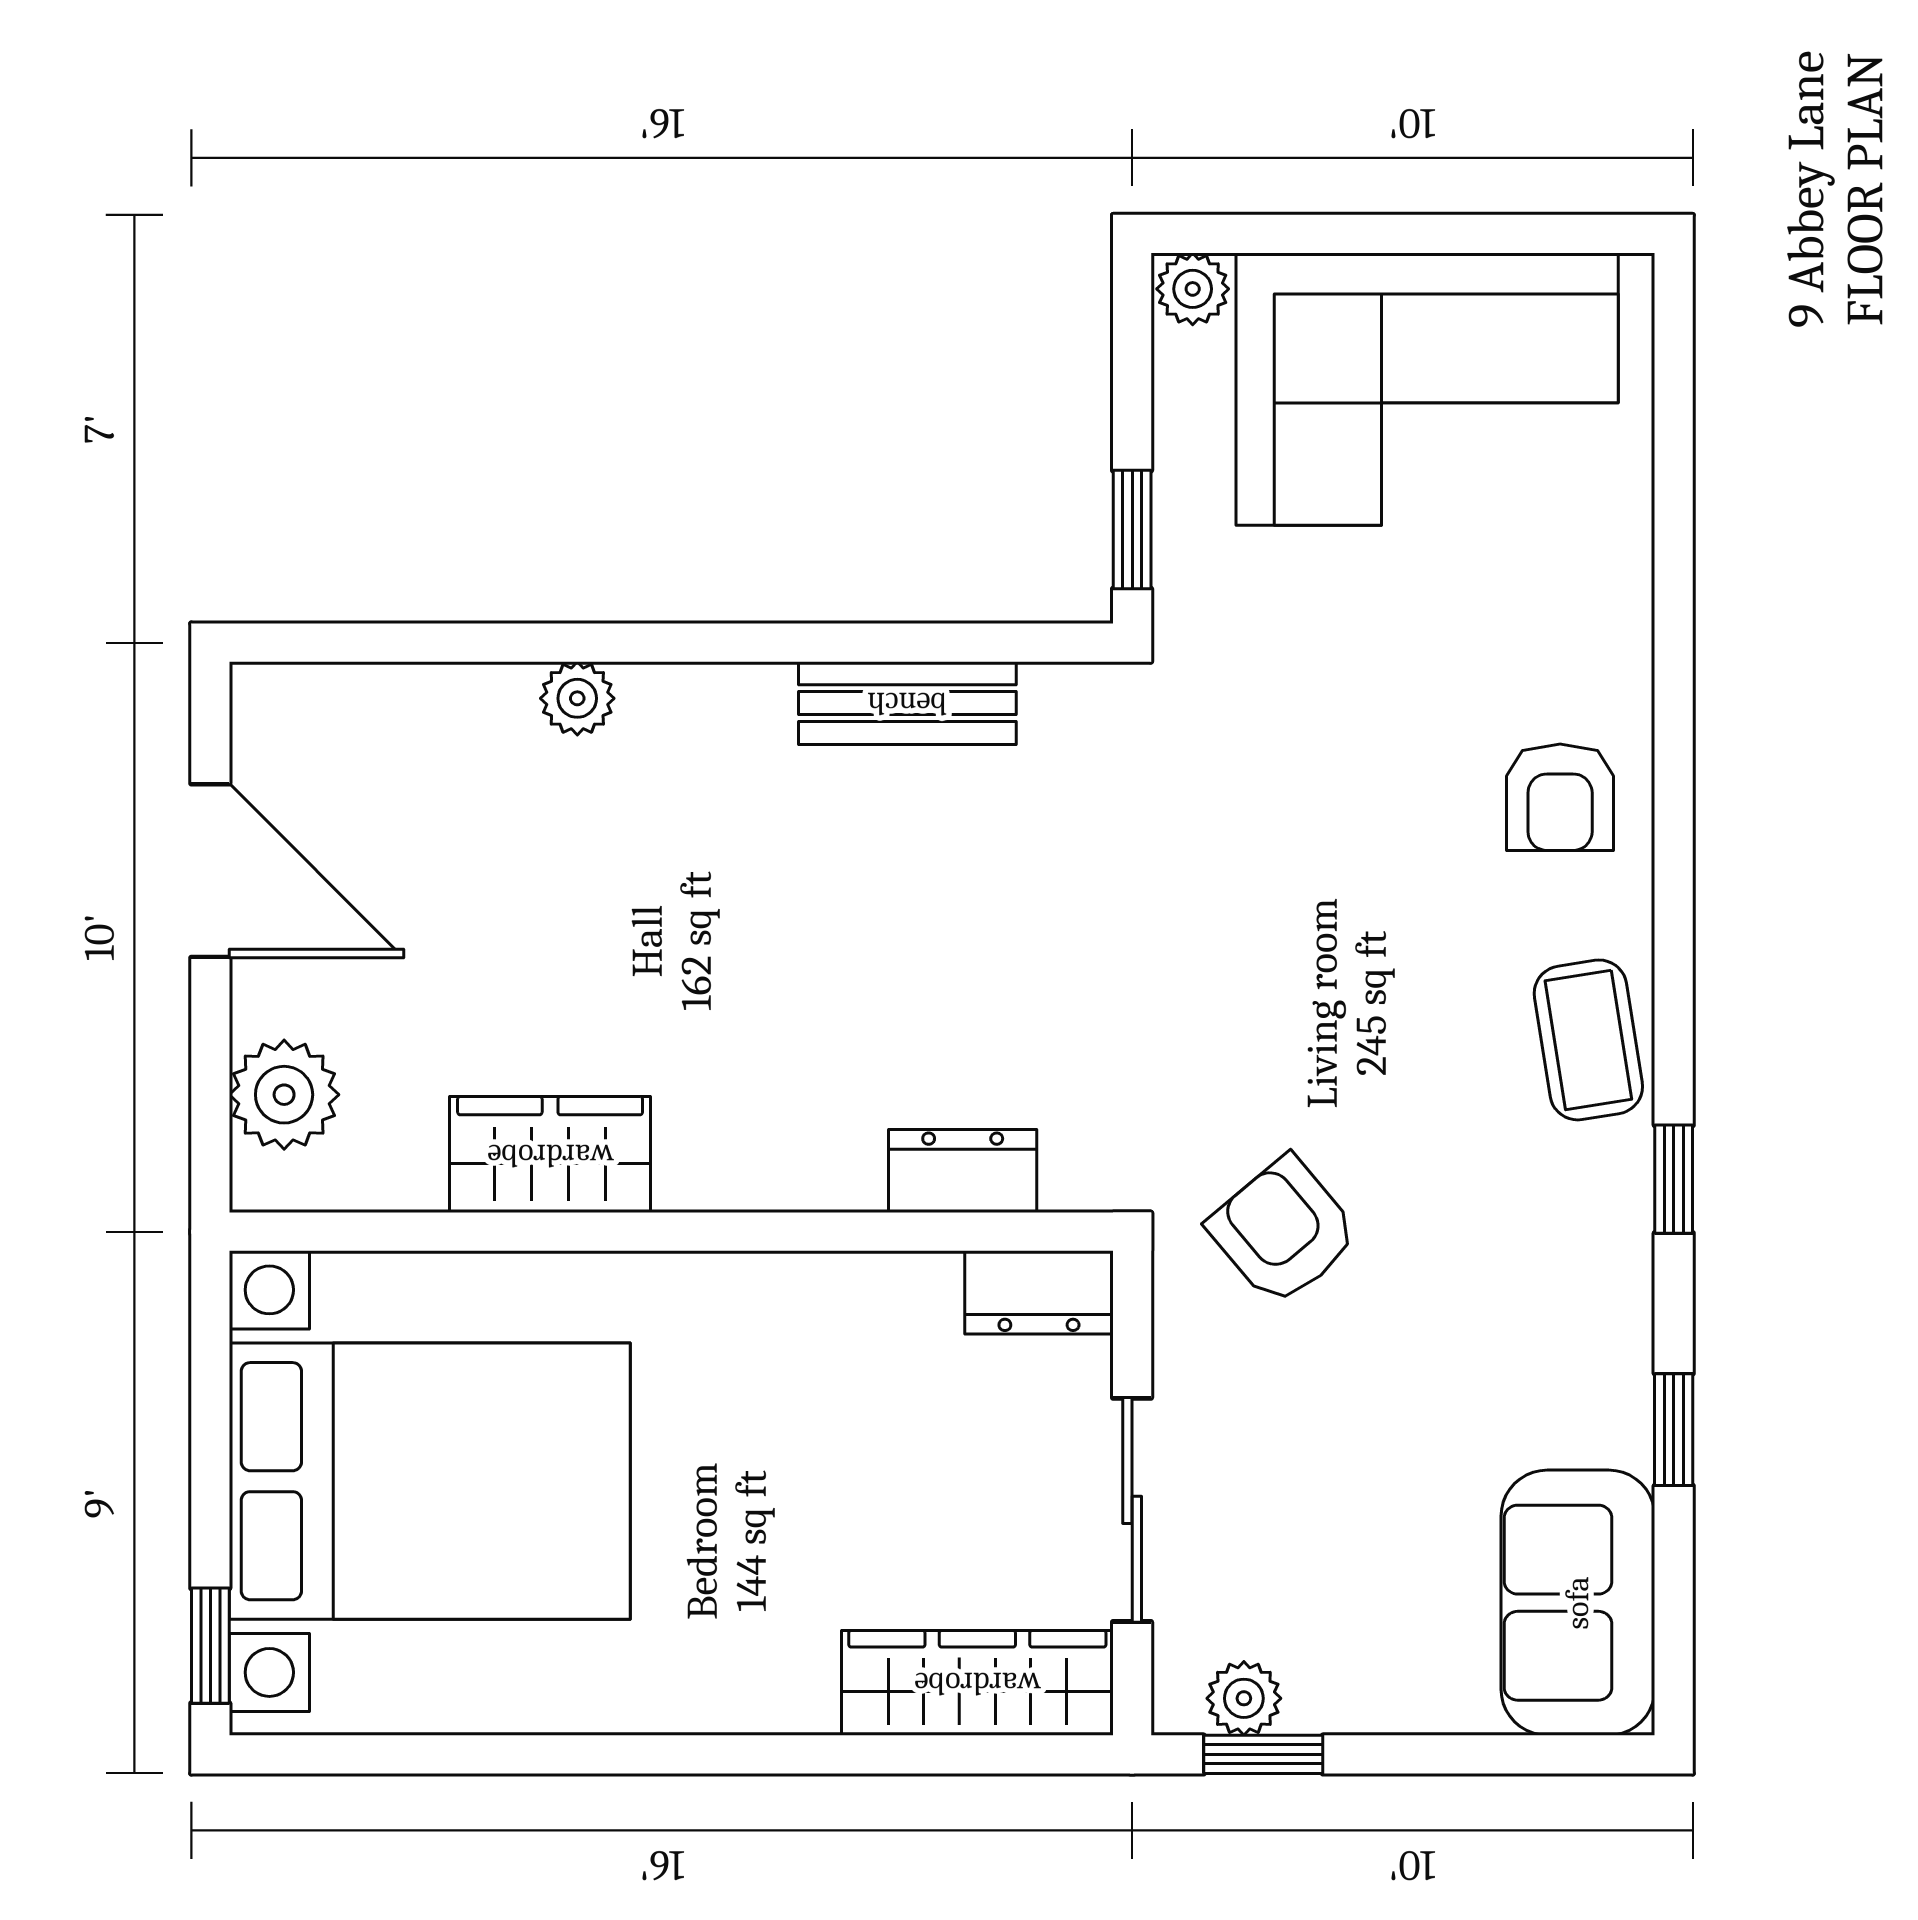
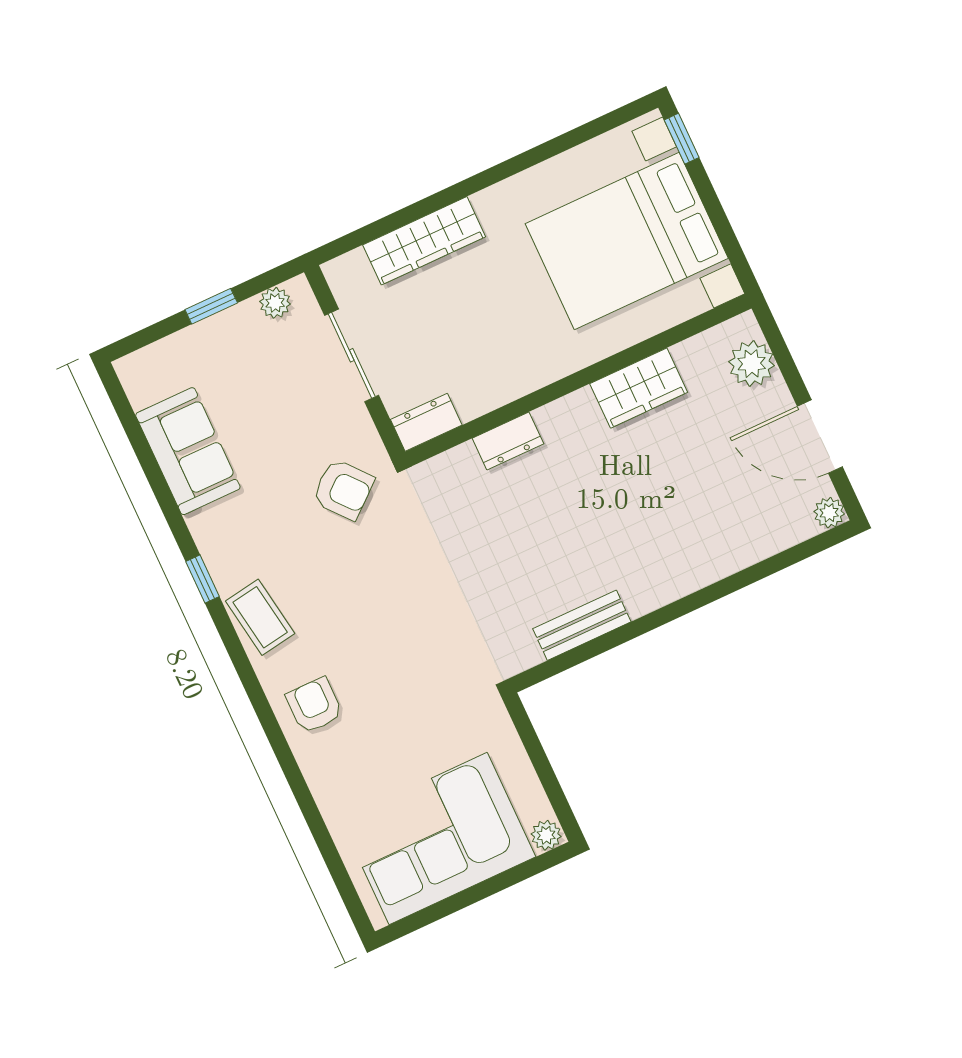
window: (1132, 530) -> (527, 732), removed
plant: (577, 698) -> (829, 513), moved
dresser: (963, 1171) -> (508, 441), moved
window: (1674, 1430) -> (158, 483), removed
sofa: (1578, 1603) -> (188, 451), moved
wardrobe: (977, 1683) -> (424, 241), moved
window: (1263, 1754) -> (211, 306), moved

